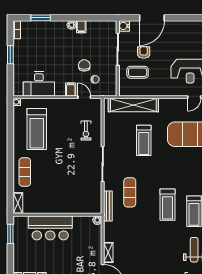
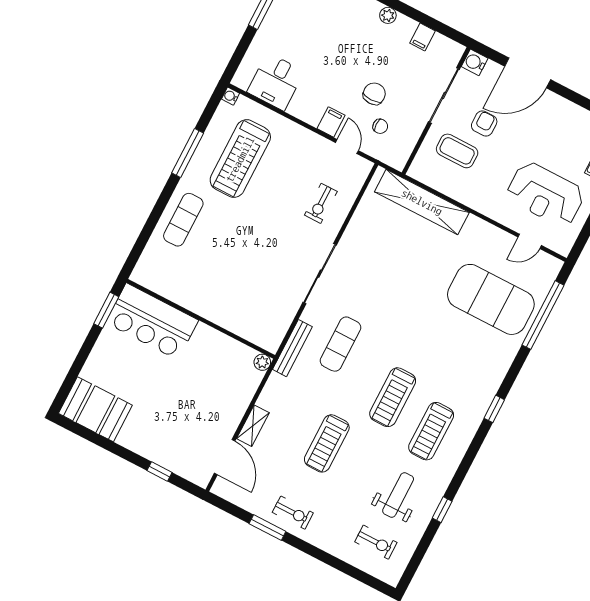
filing cabinet: (81, 27) -> (423, 37), moved
desk: (39, 84) -> (276, 82), width x0.73
window: (10, 139) -> (188, 153), added
treadmill: (144, 140) -> (327, 443), moved
shelving: (18, 203) -> (145, 265), removed
bar counter: (50, 228) -> (152, 321), moved

